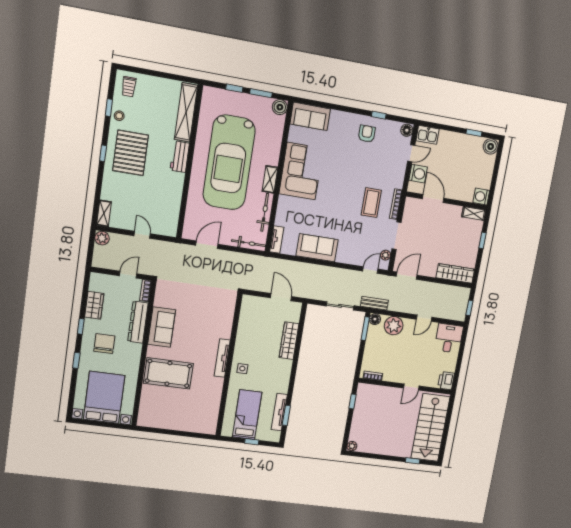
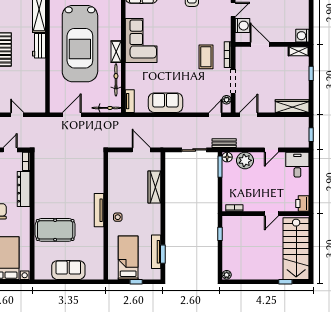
sofa: (162, 327) -> (68, 270), moved, turned -90

